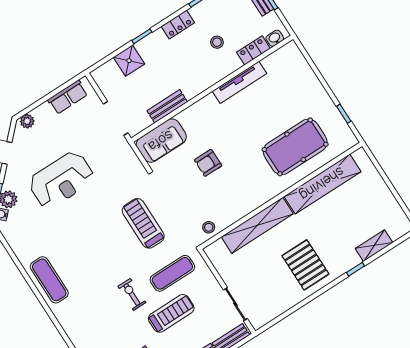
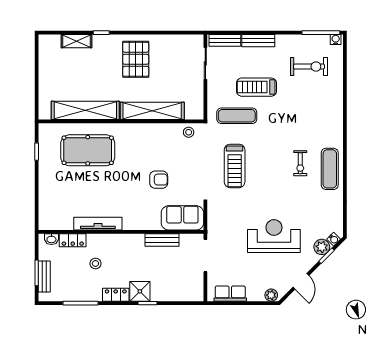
shower: (129, 61) -> (140, 291), moved
exercise bike: (132, 294) -> (300, 163), moved

